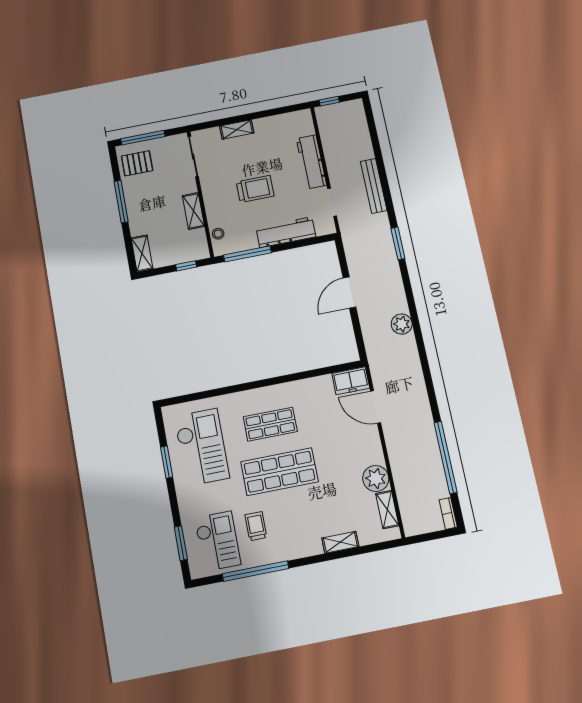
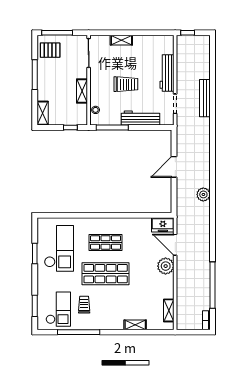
window: (398, 243) -> (213, 140), removed
plant: (376, 478) -> (166, 266), moved

